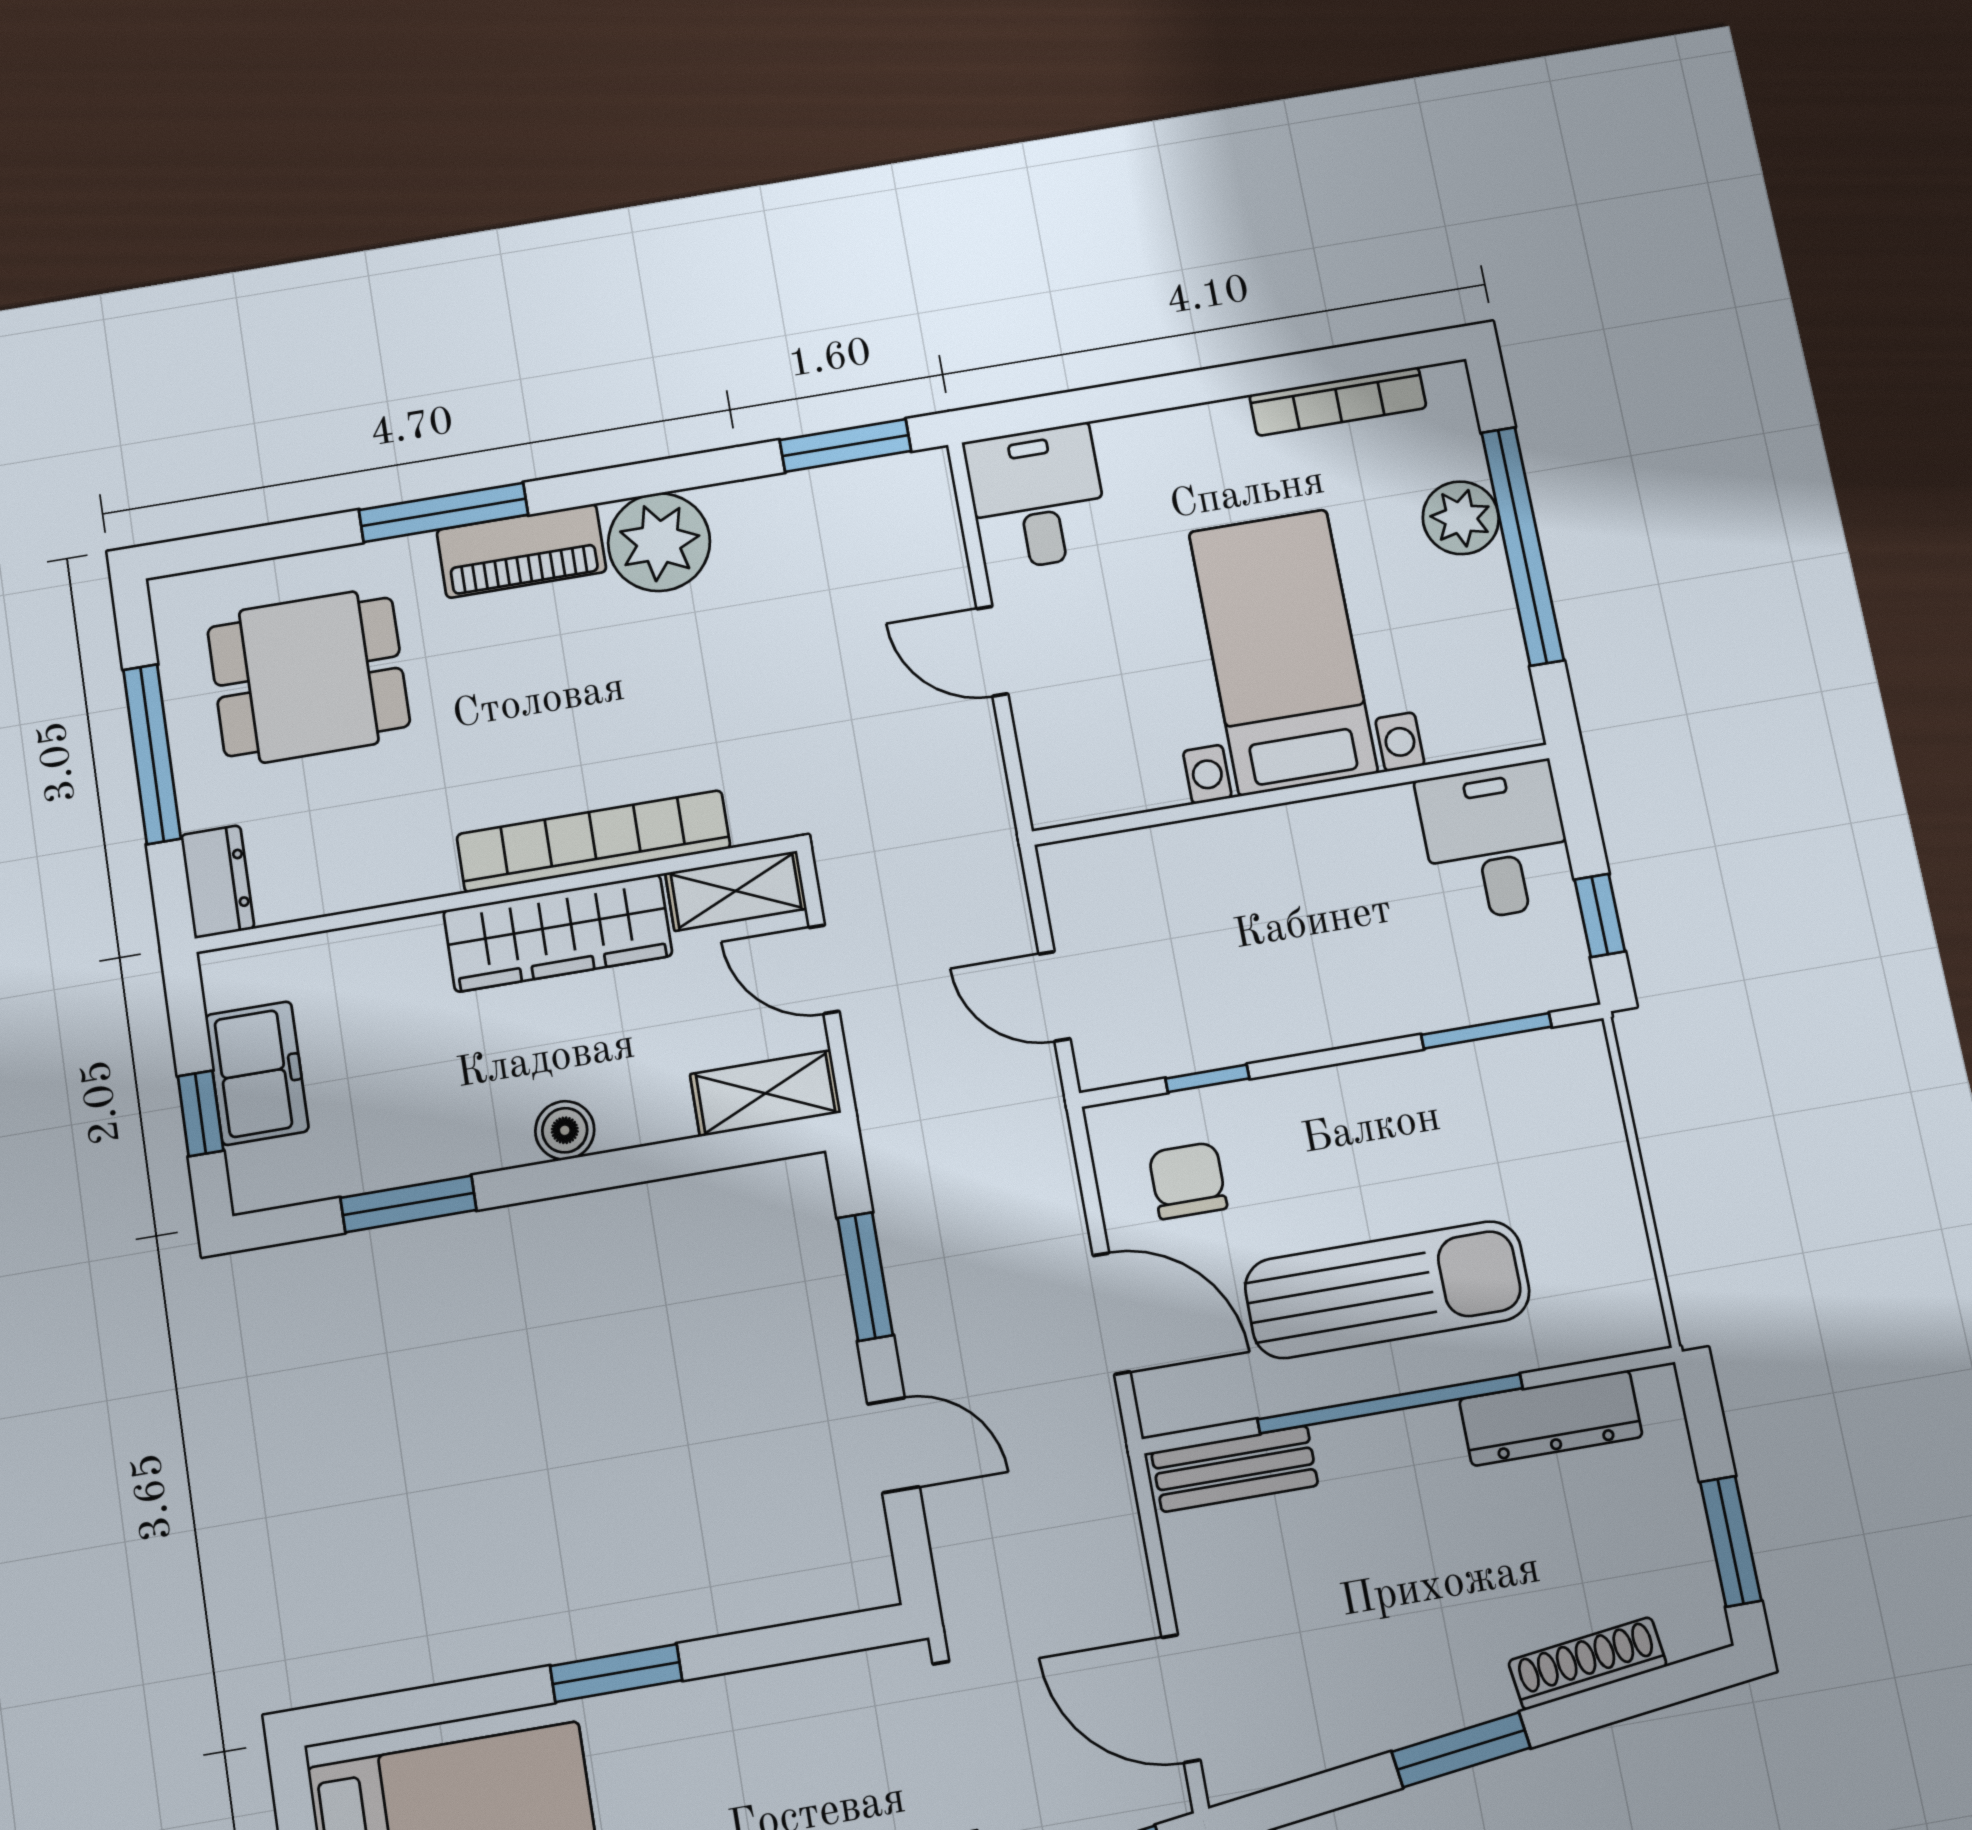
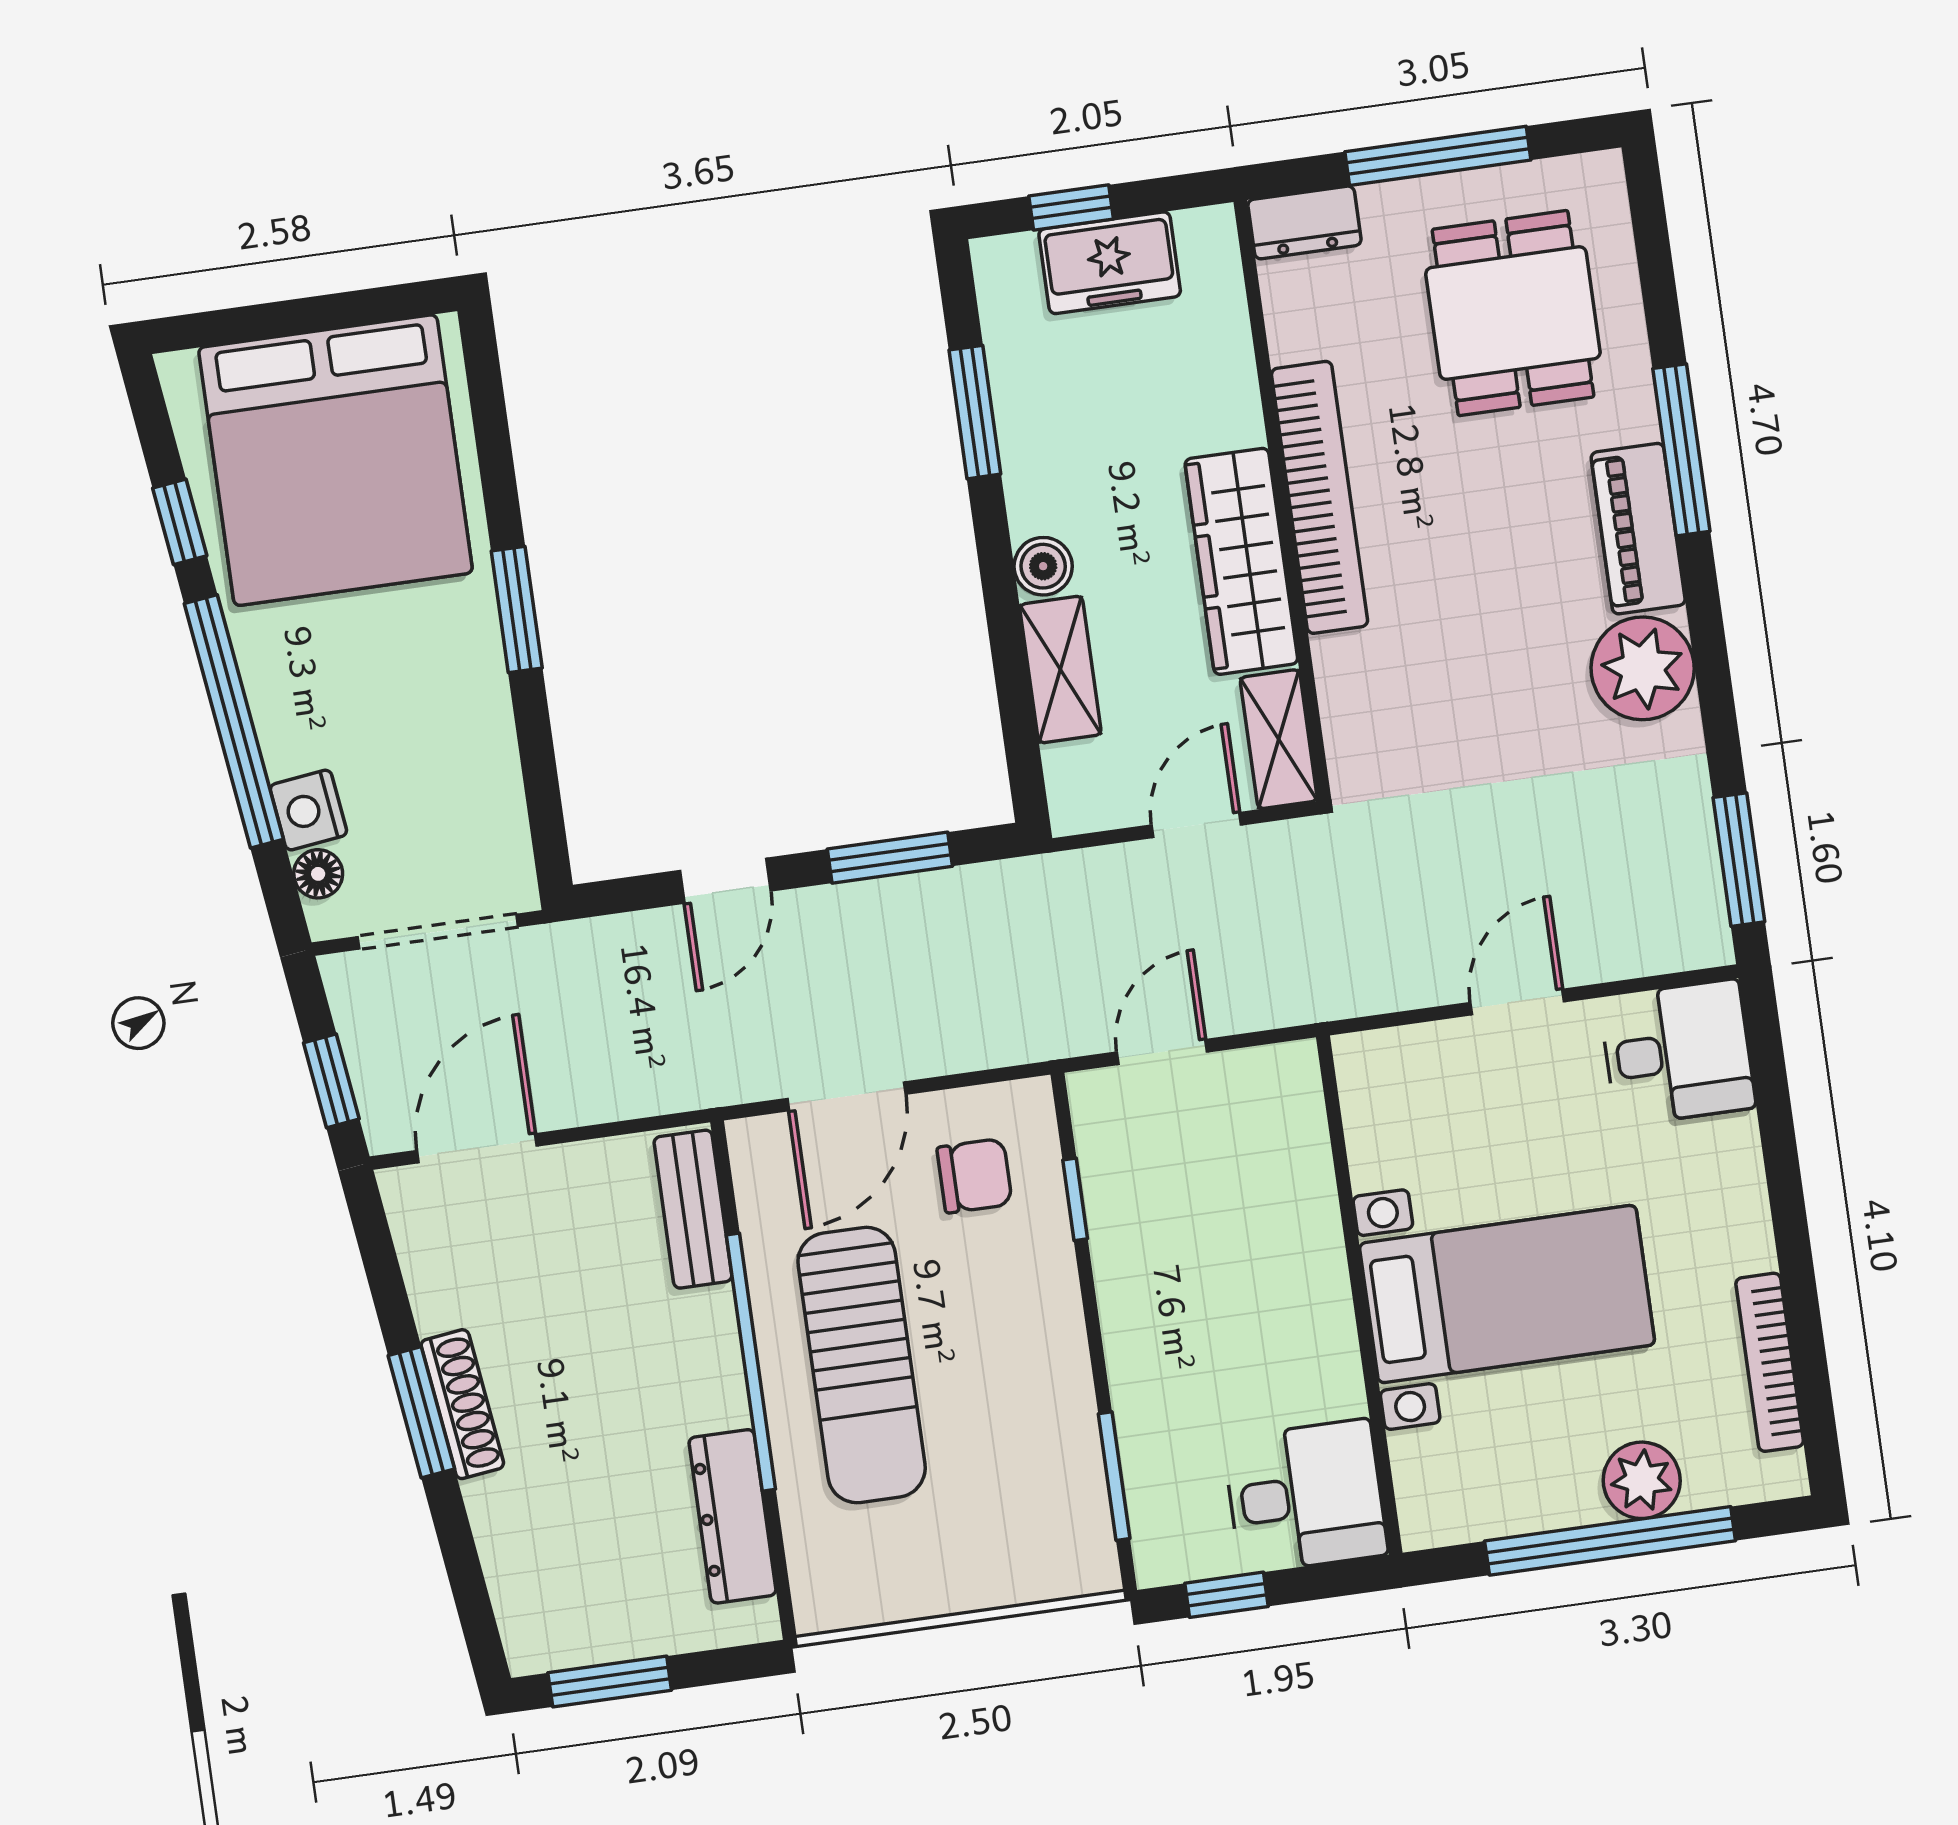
bookcase: (593, 841) -> (1320, 497), moved
shelving: (765, 1093) -> (1060, 670), moved
shoe rack: (1588, 1663) -> (462, 1404), moved

